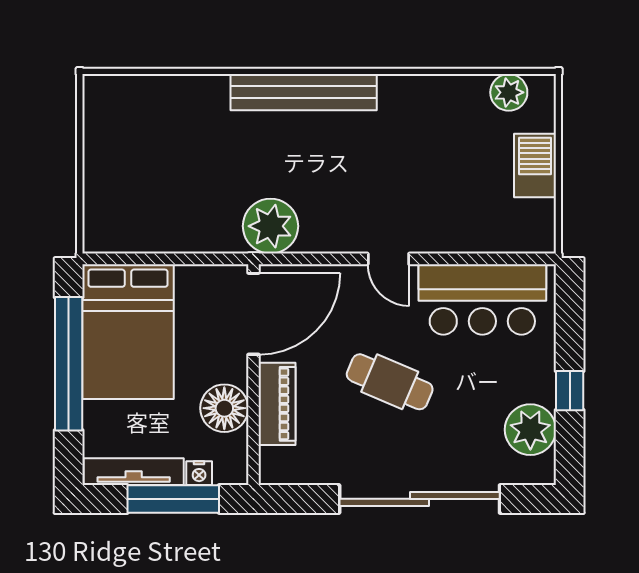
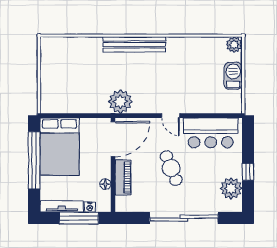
plant: (509, 92) -> (234, 45), moved
cafe table: (390, 382) -> (171, 168), turned 45
floor lamp: (224, 408) -> (105, 184), width x0.53, depth x0.53

